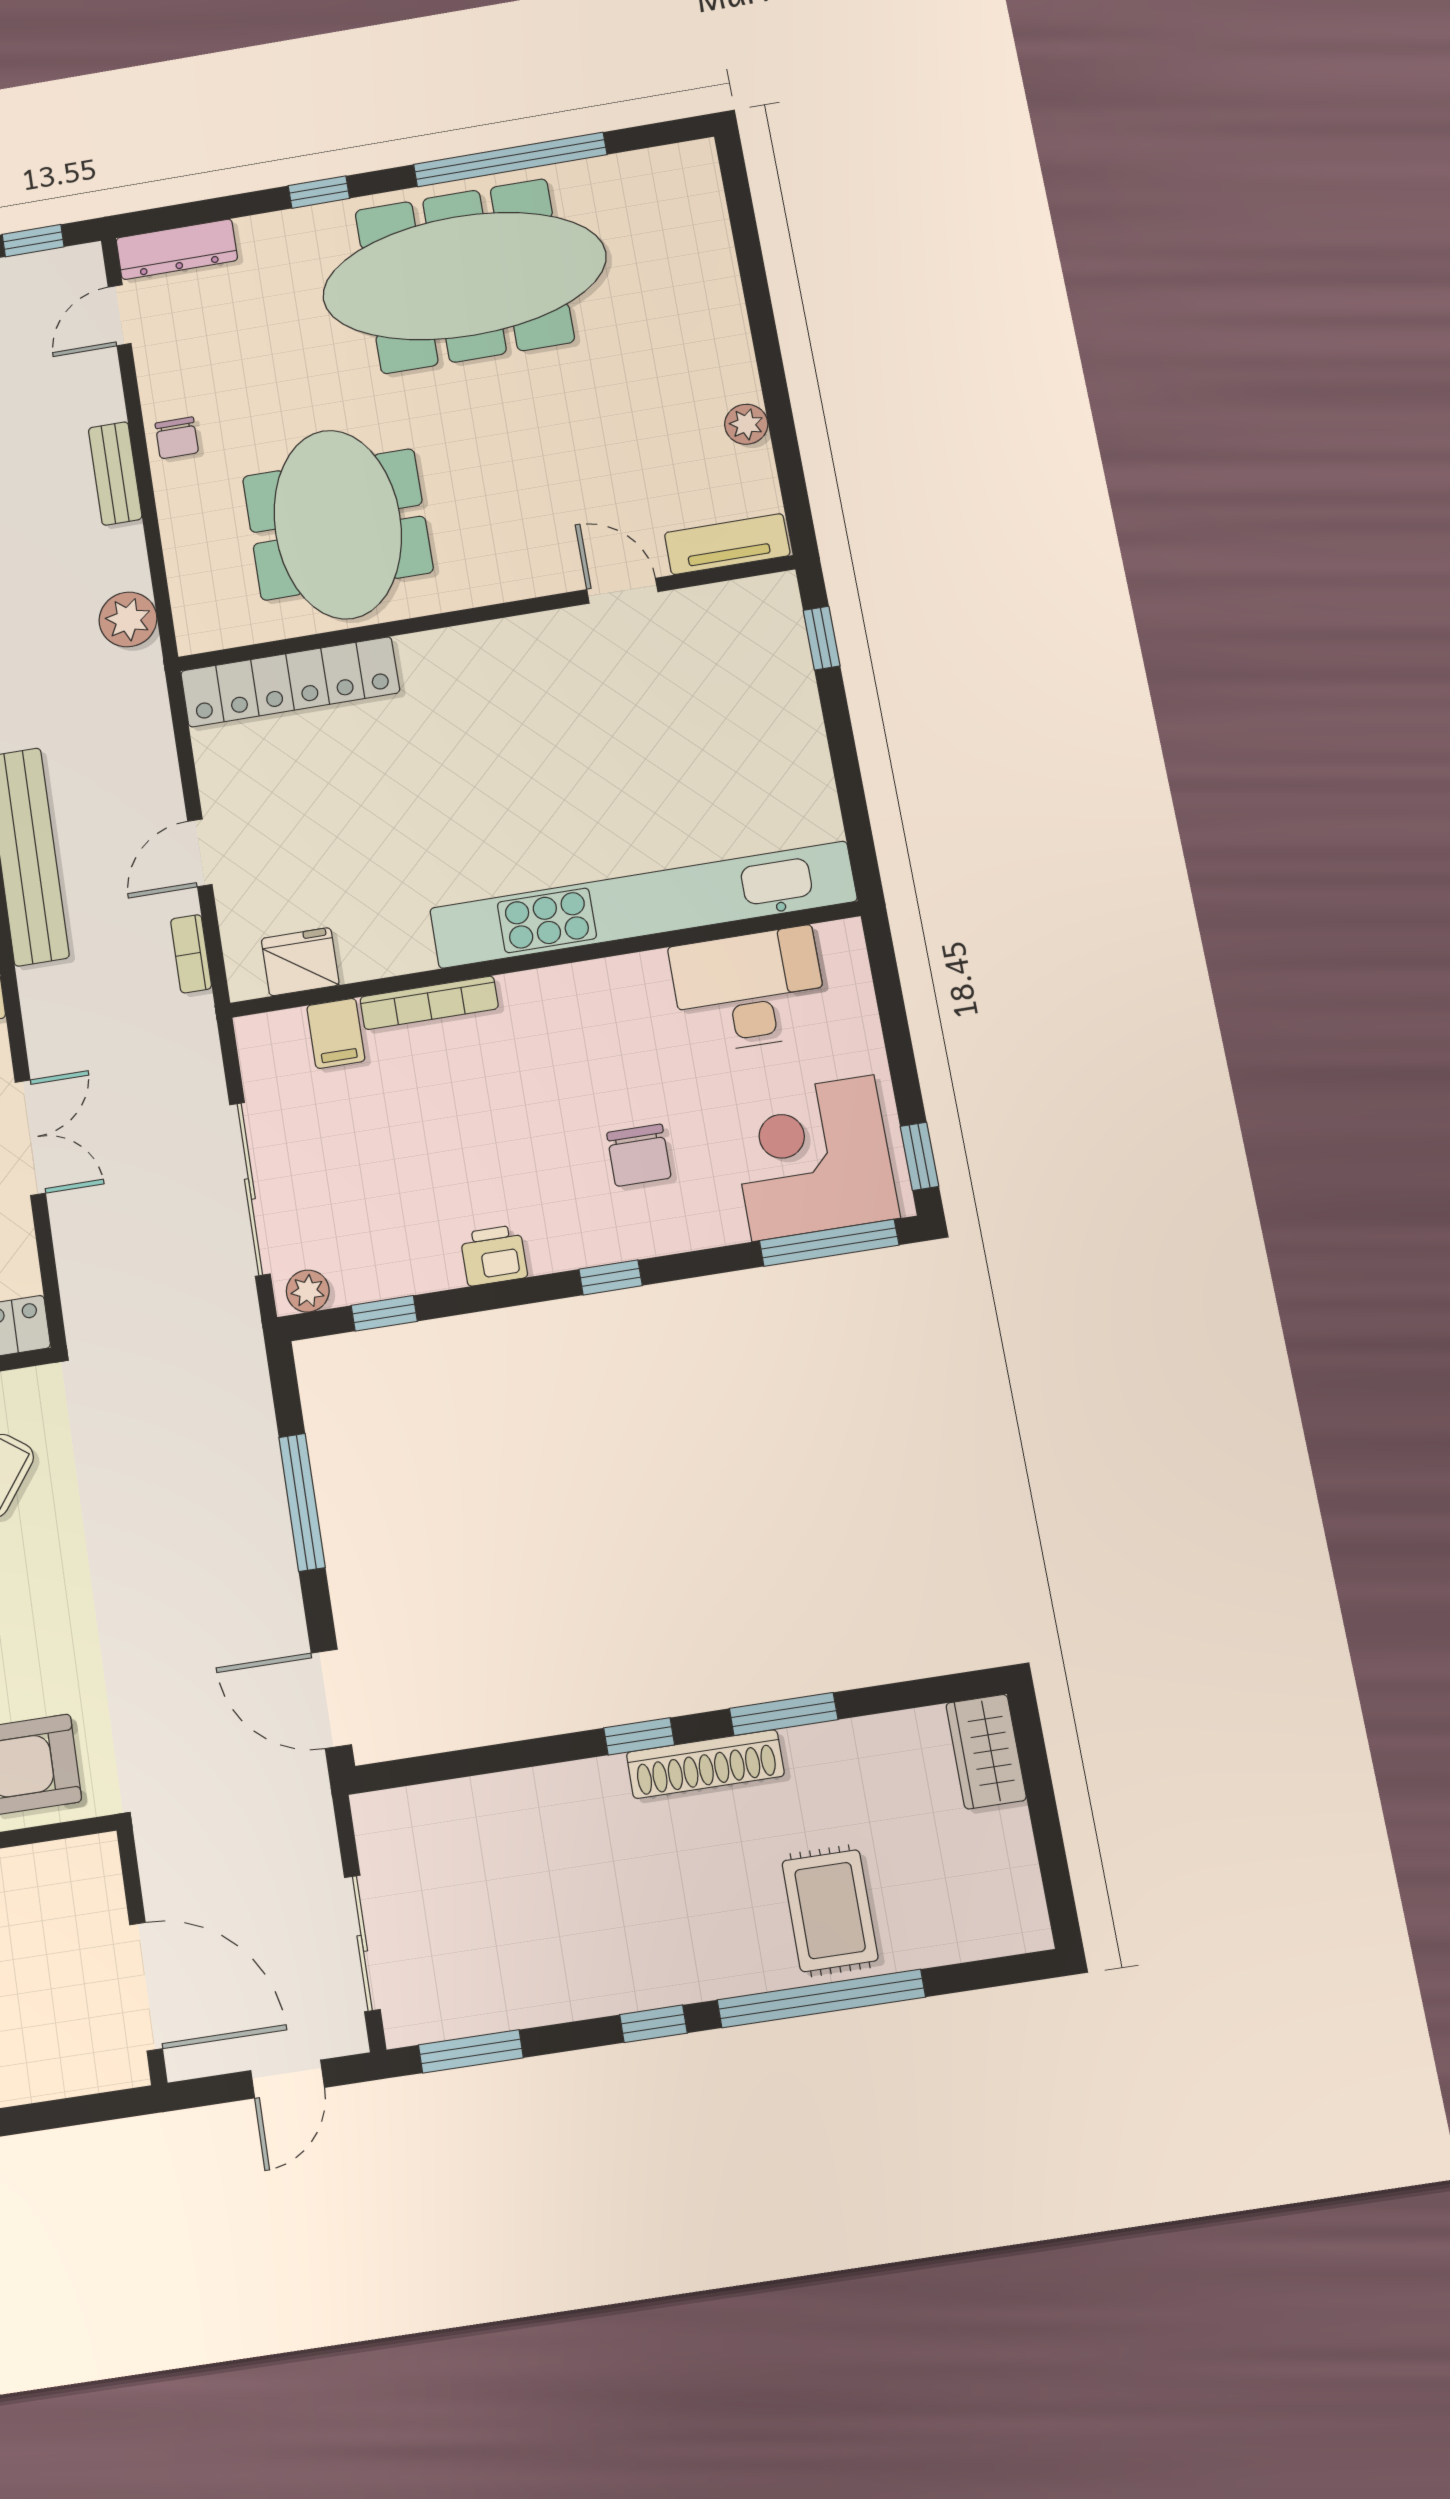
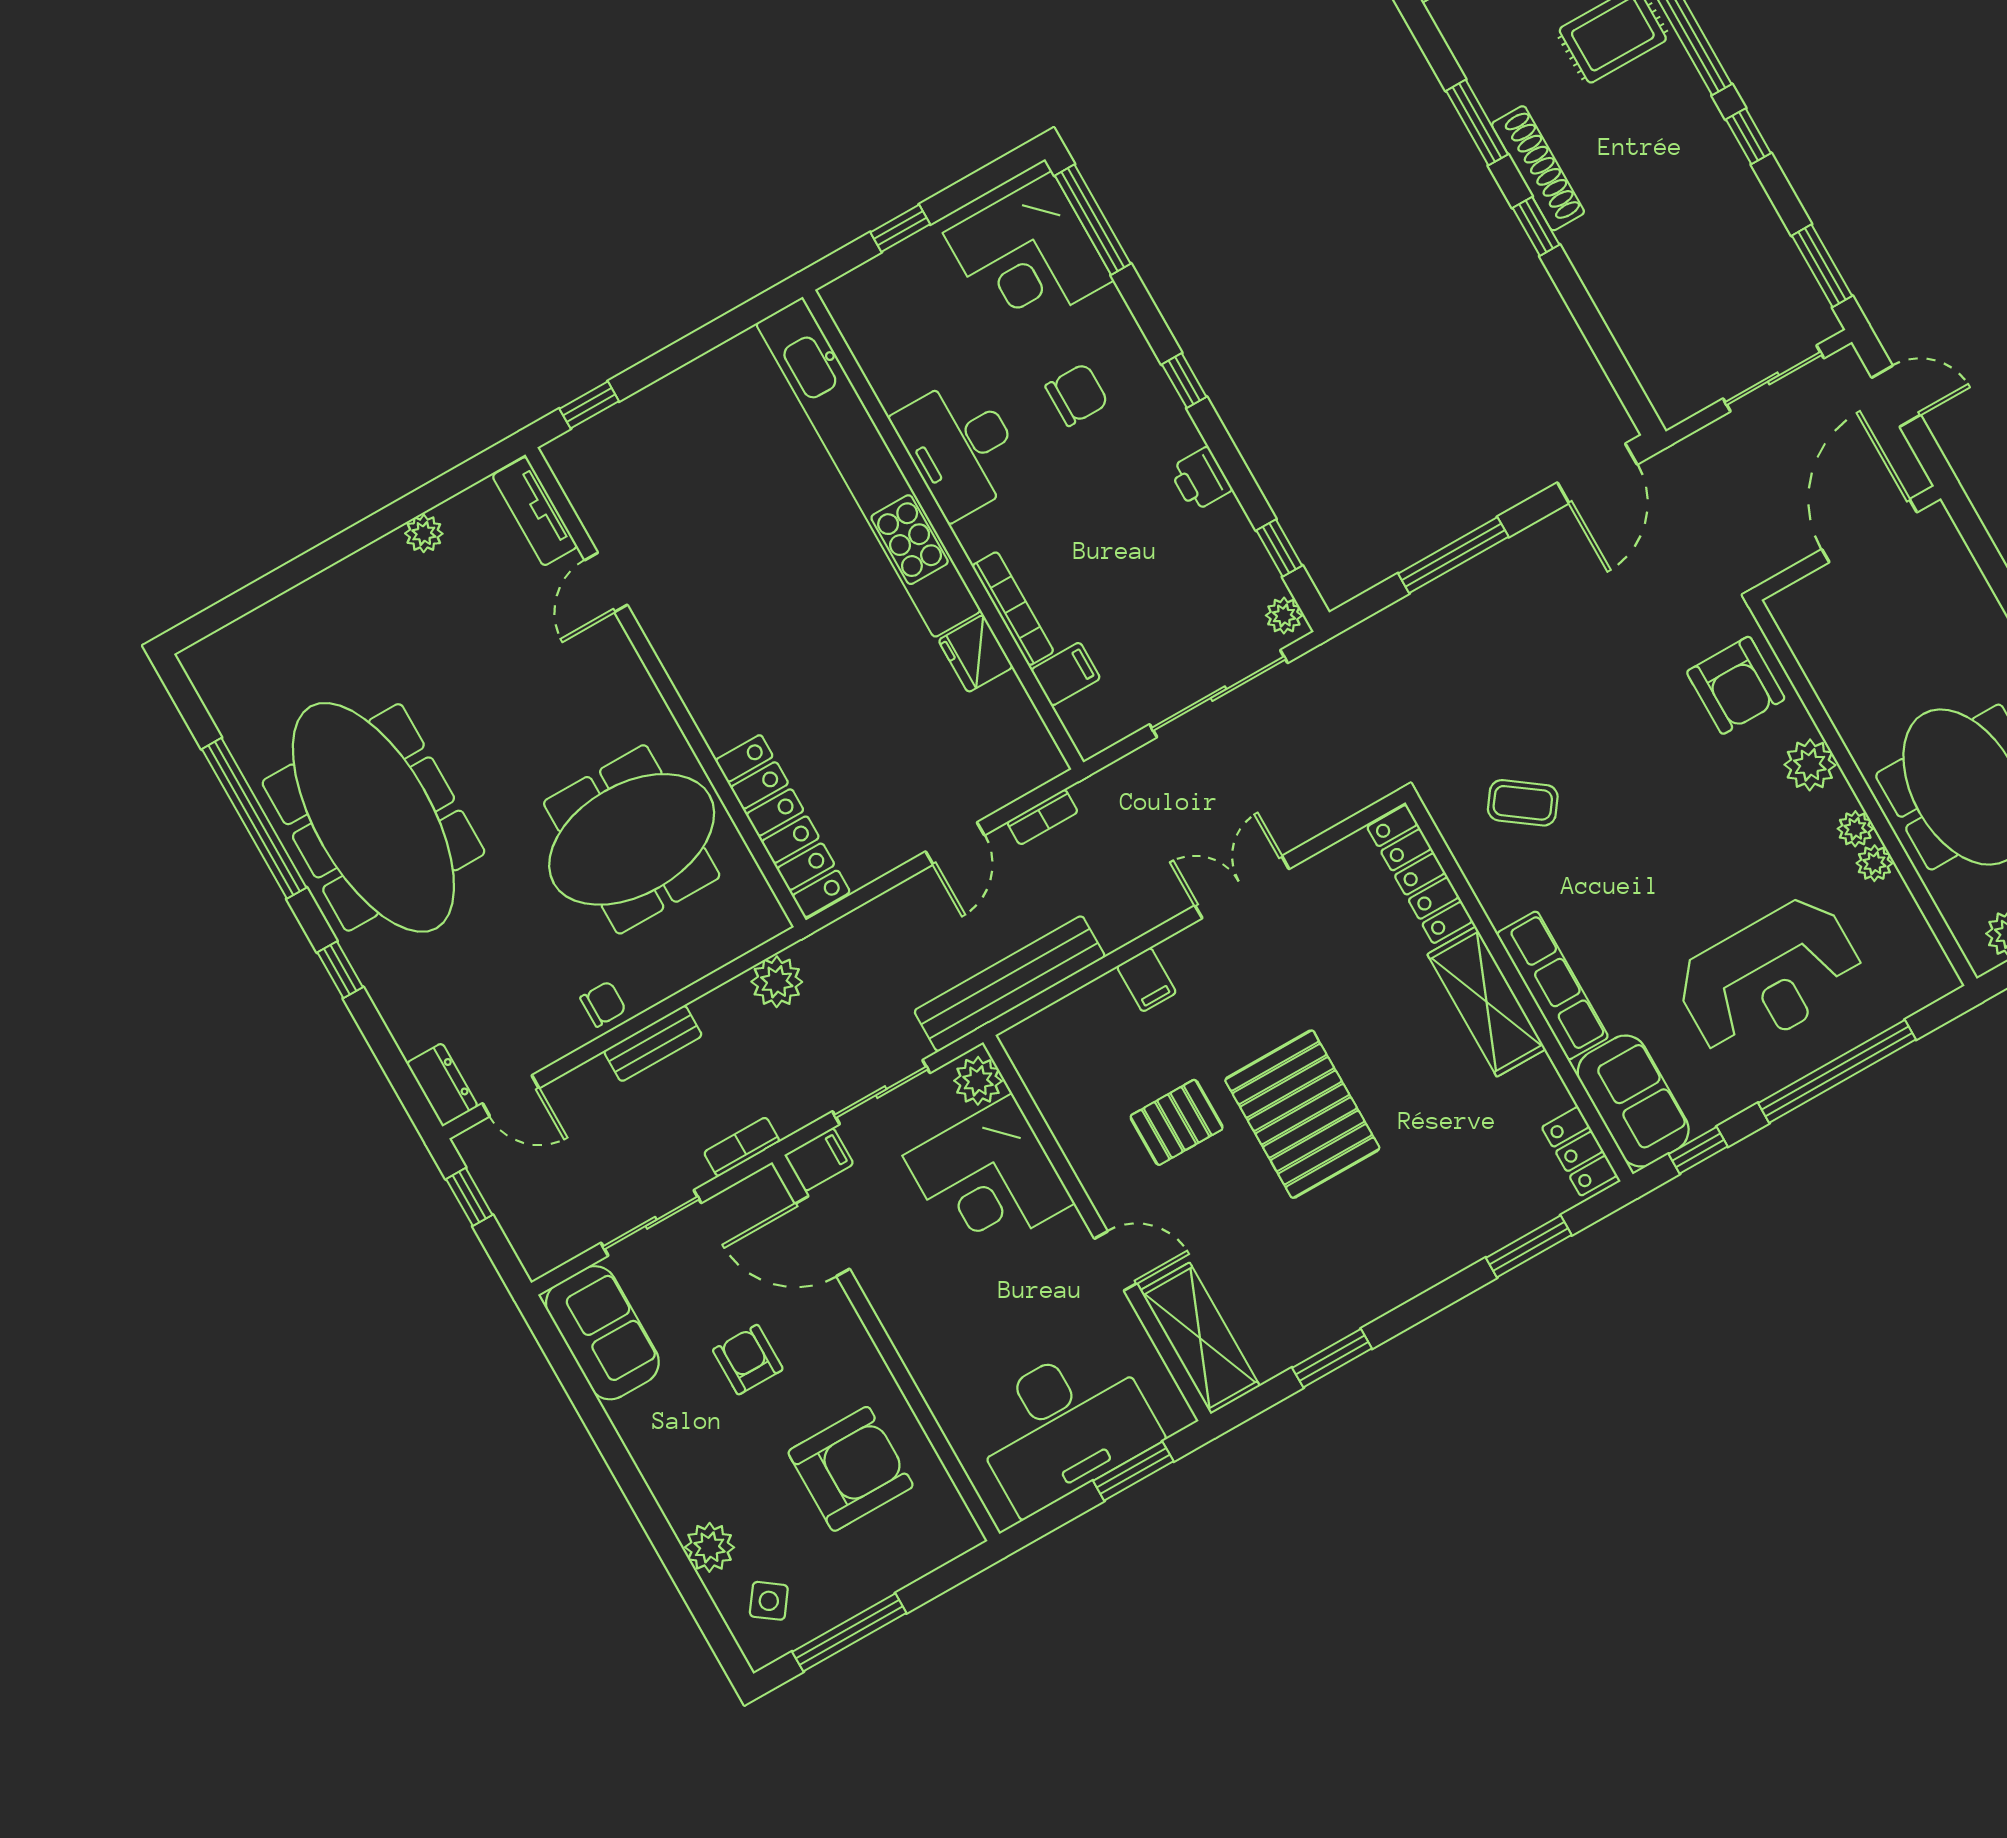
dresser: (177, 249) -> (442, 1085), width x0.70
door: (200, 853) -> (955, 843), hinge flipped
fridge: (300, 962) -> (976, 654), moved
desk: (749, 990) -> (960, 447), moved
window: (920, 1156) -> (900, 228), moved

